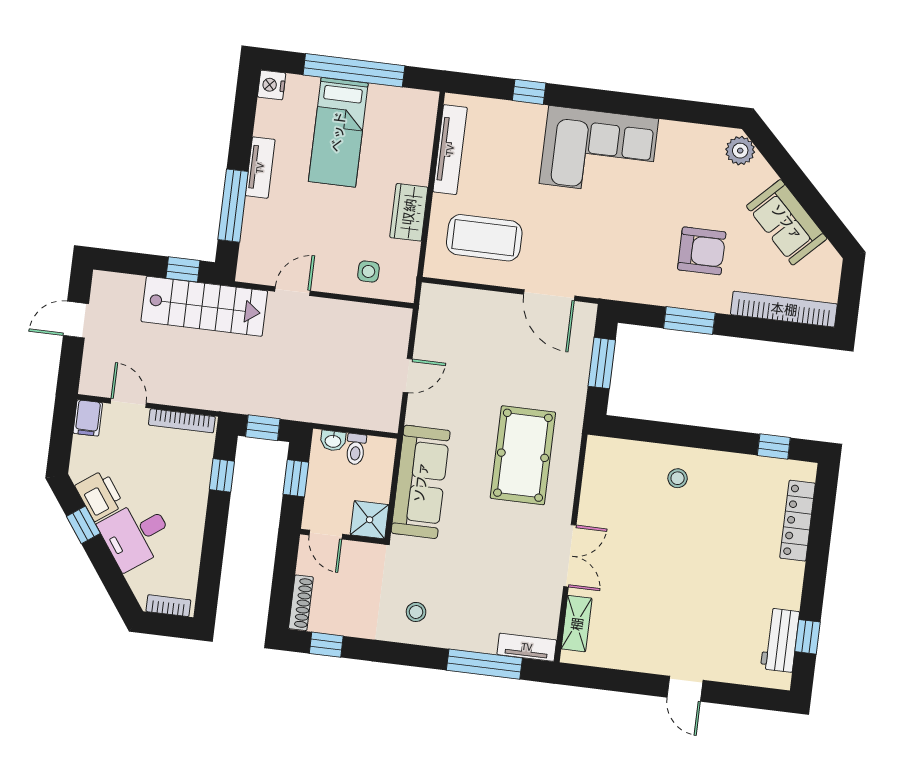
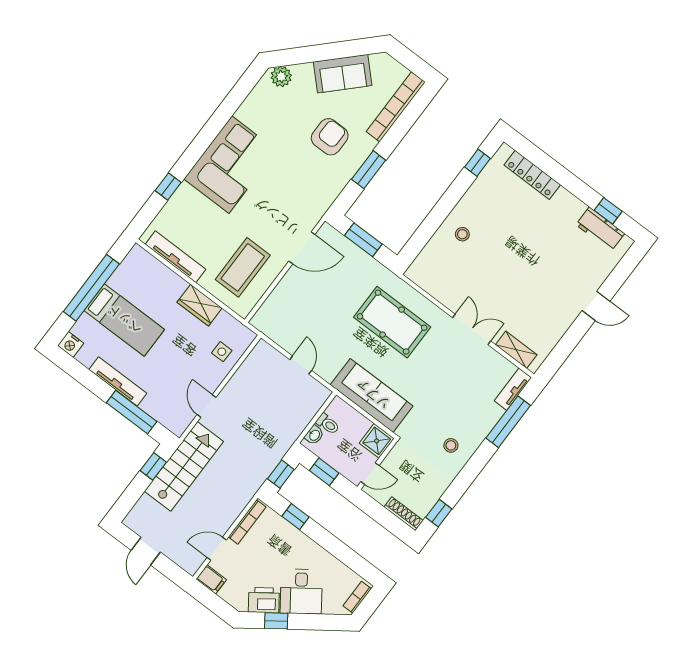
tv unit: (260, 168) -> (118, 381), width x1.41

